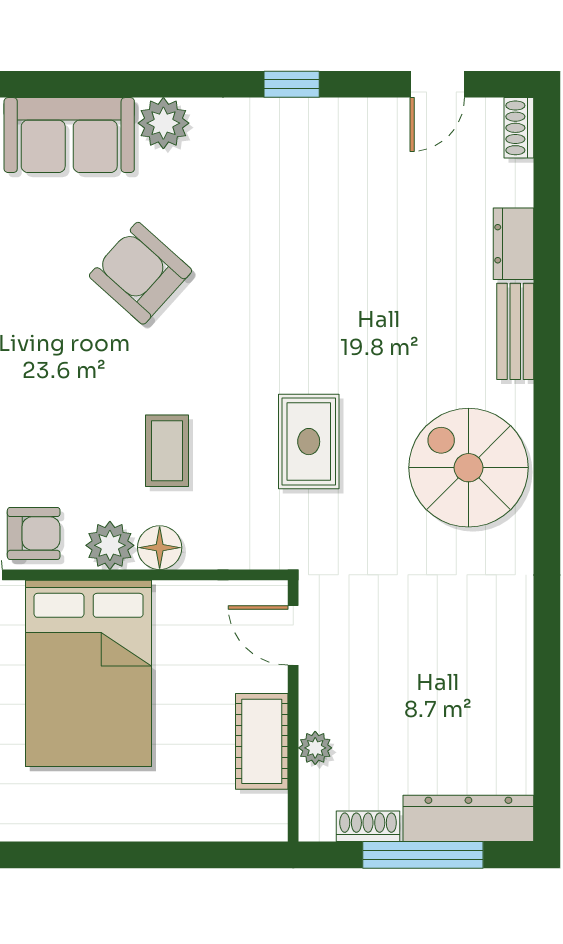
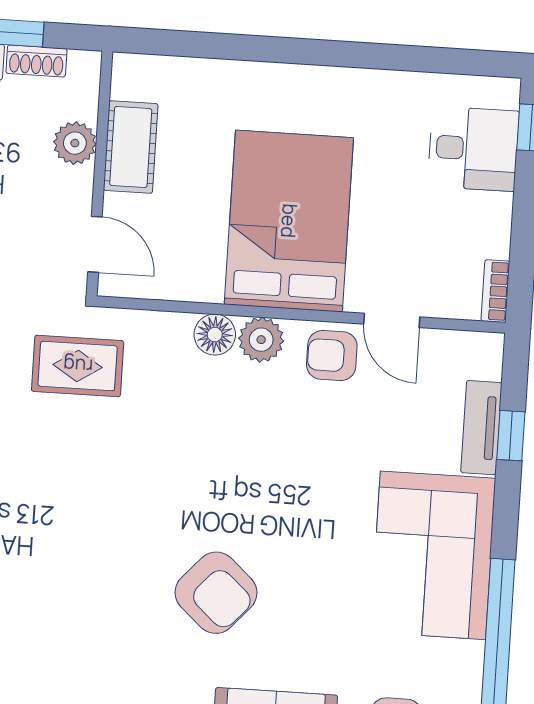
rug: (309, 442) -> (78, 366), moved, turned 90
coffee table: (167, 451) -> (202, 425), removed
plant: (315, 748) -> (75, 143), width x1.38, depth x1.38

